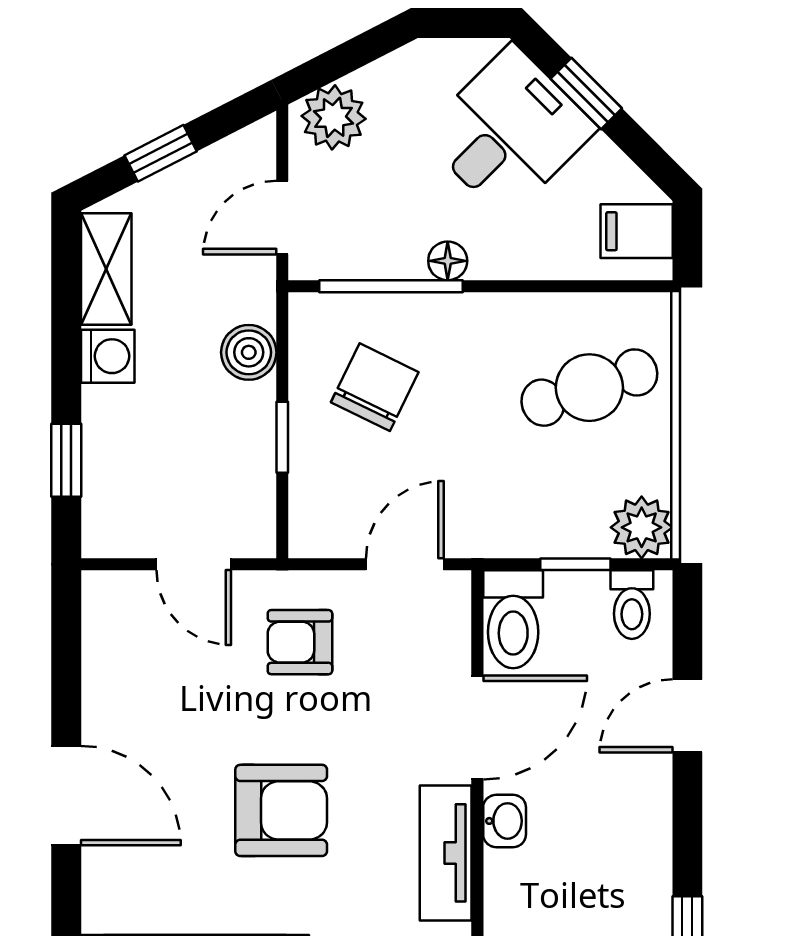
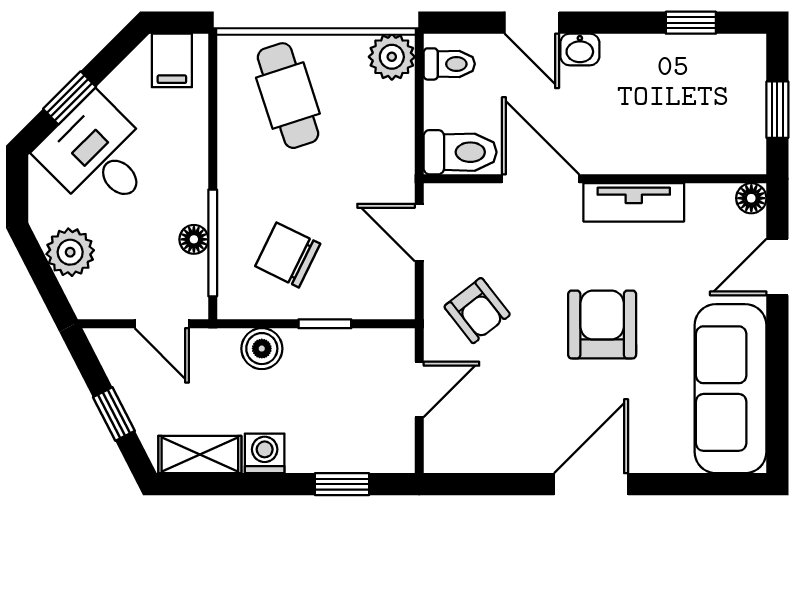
plant: (334, 117) -> (70, 252), moved
floor lamp: (448, 261) -> (194, 239), moved
window: (575, 564) -> (419, 106), removed
armchair: (300, 642) -> (477, 311), turned -38
washbasin: (505, 821) -> (580, 50), moved, turned 180

